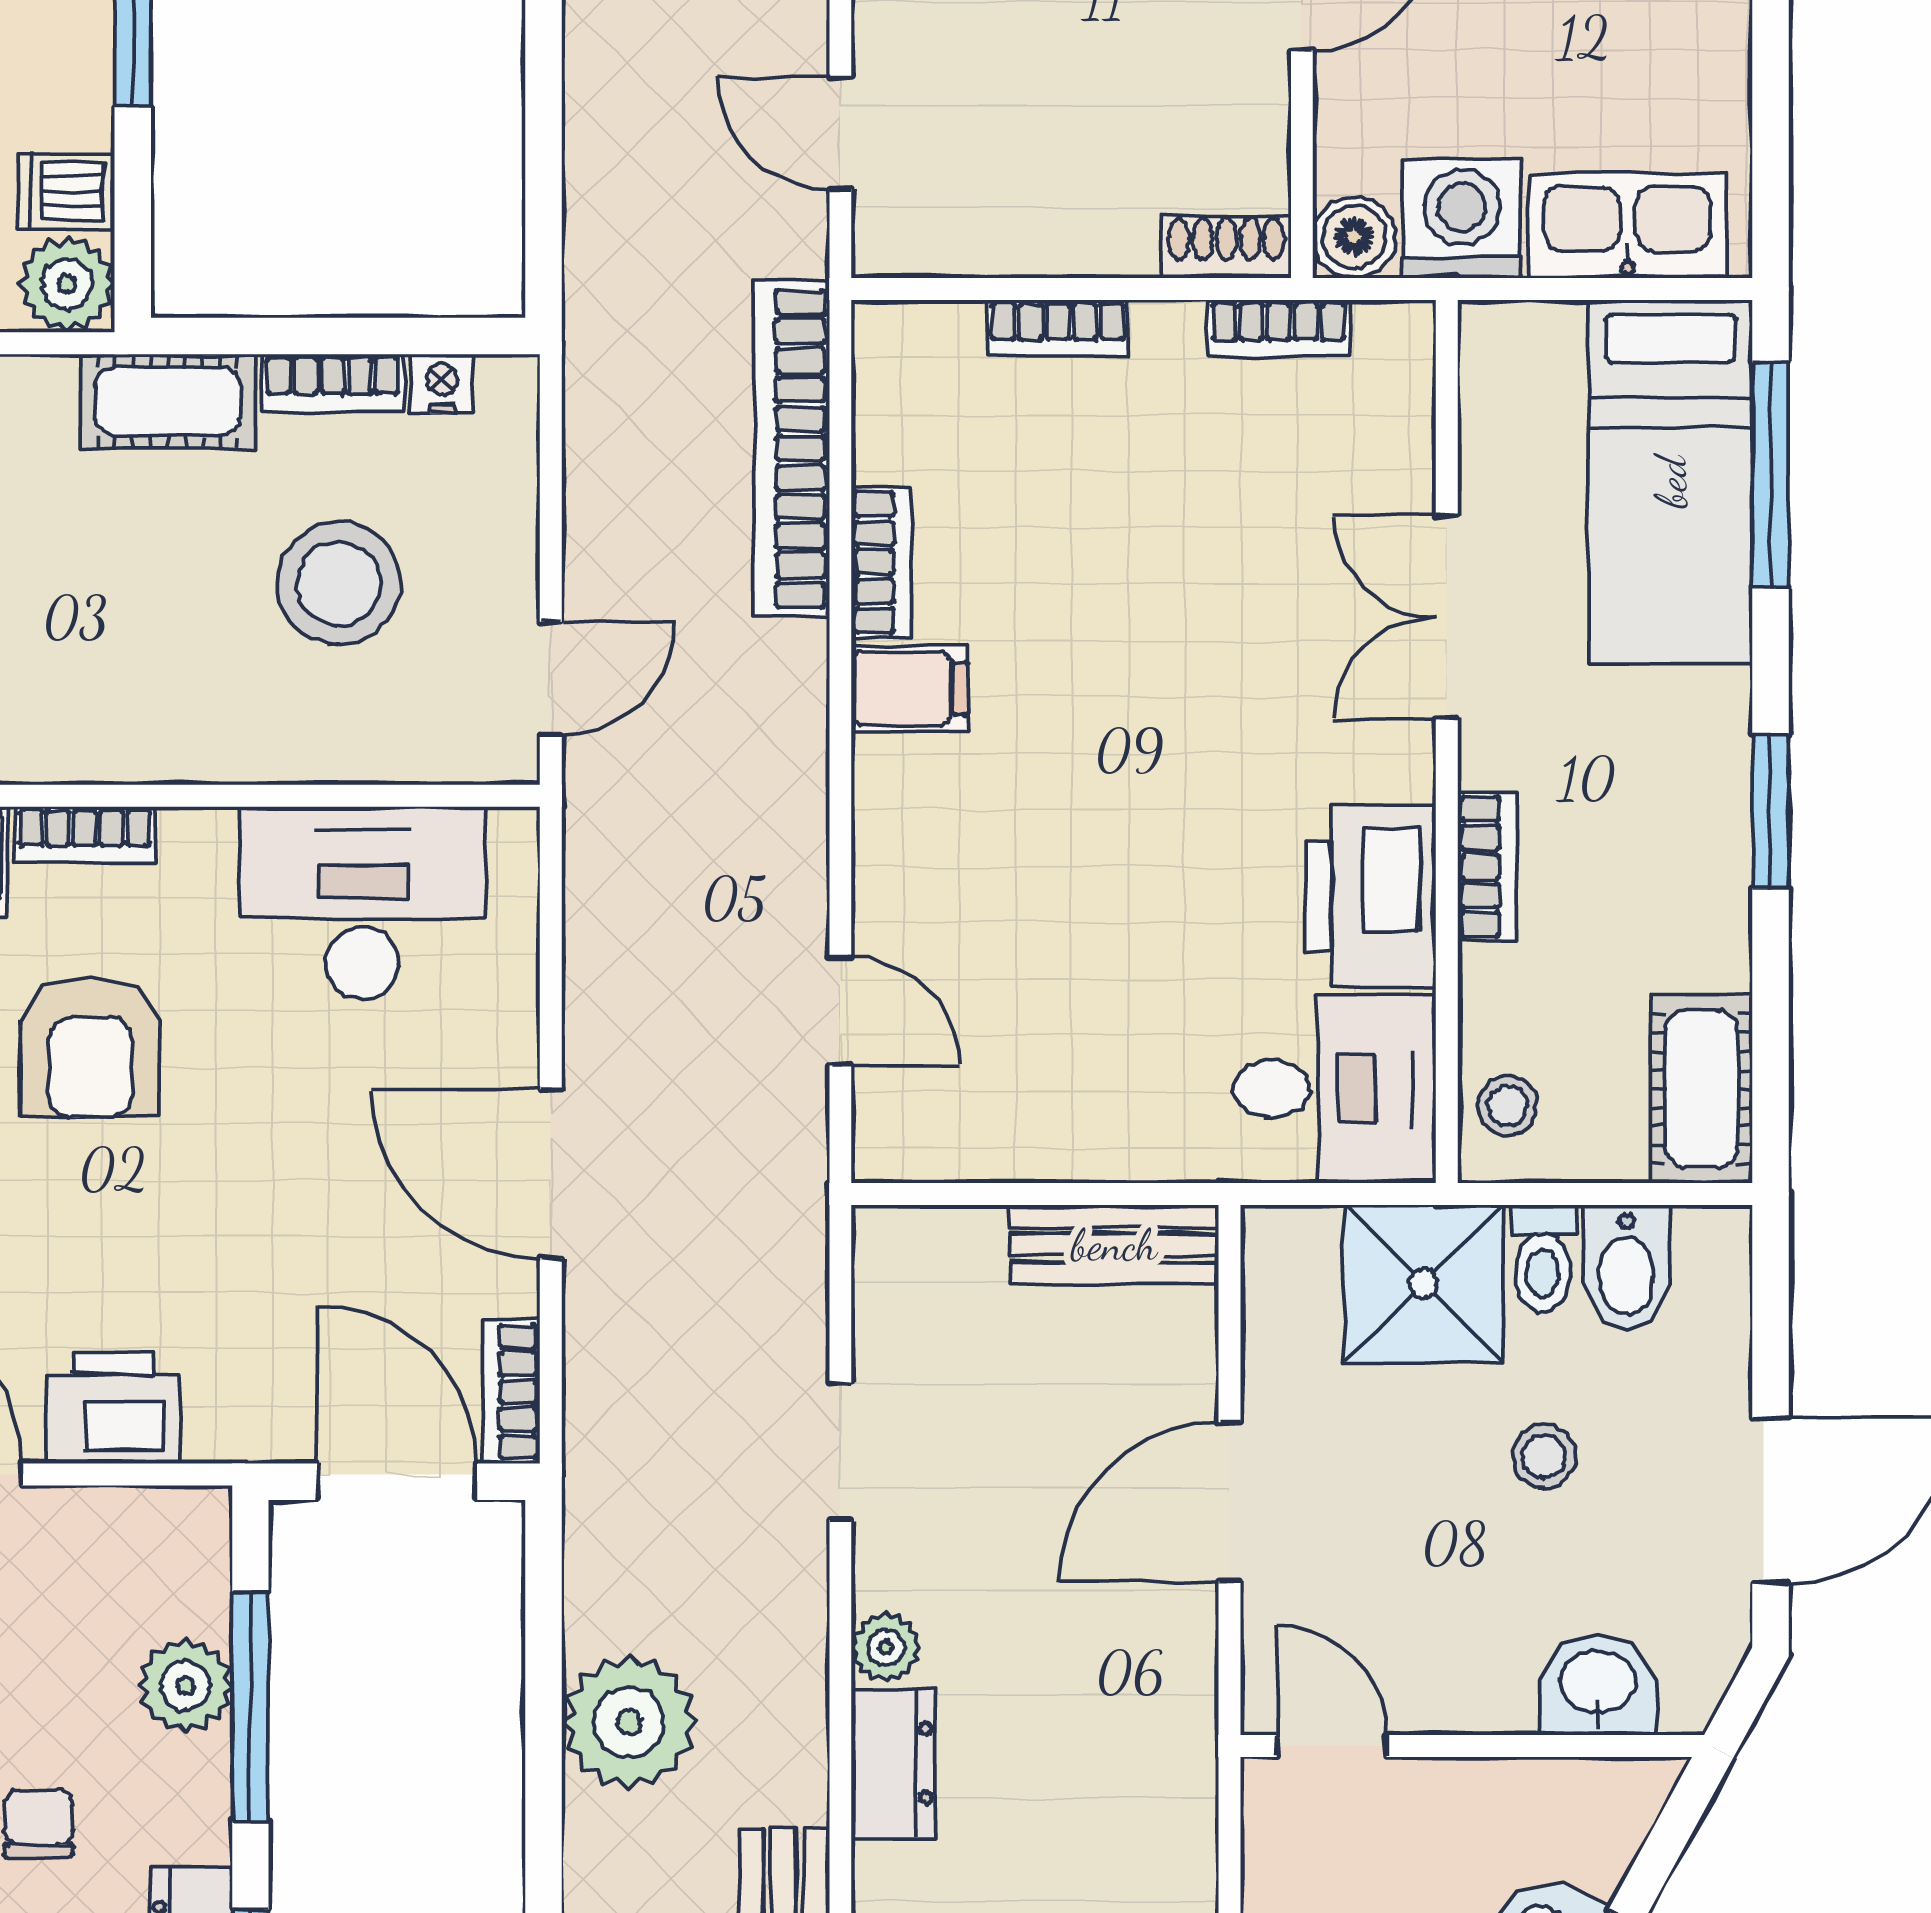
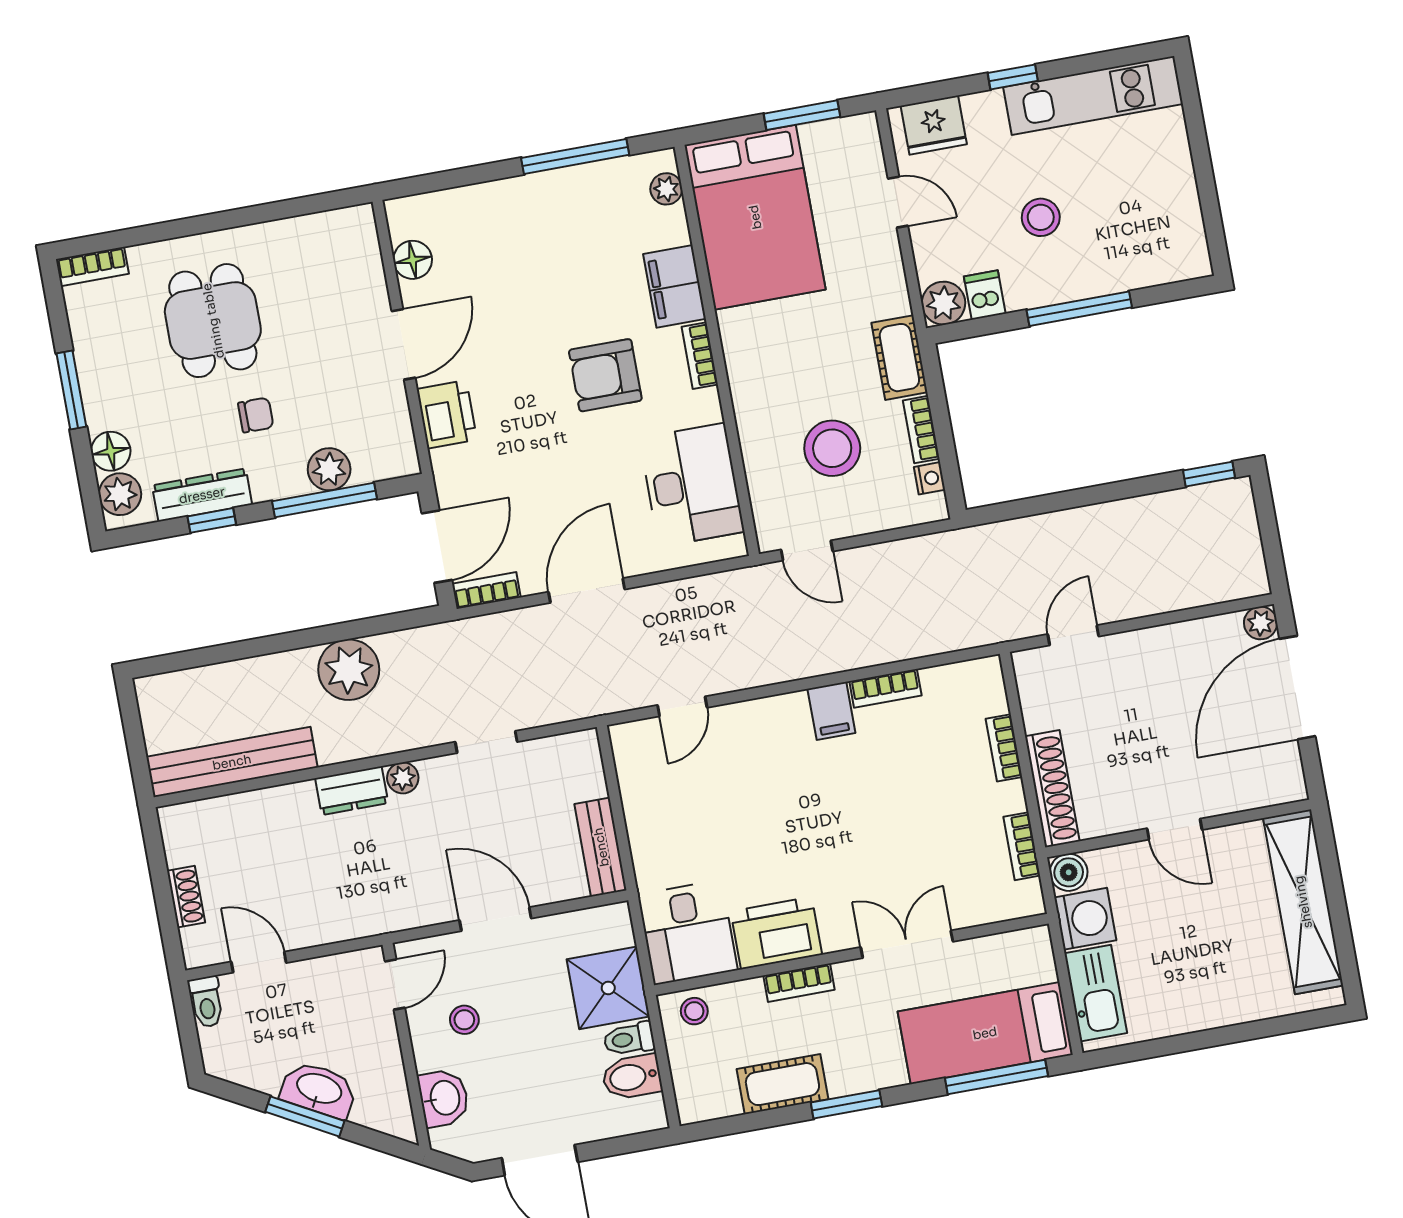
shoe rack: (1227, 247) -> (1052, 789), width x1.94, depth x1.24
bookcase: (791, 448) -> (929, 639), removed
cot: (1701, 1089) -> (782, 1084), moved
stool: (1544, 1456) -> (464, 1020), moved

